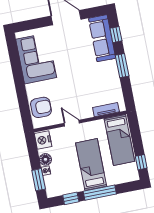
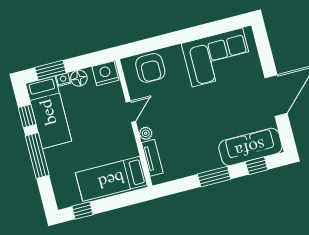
plant: (88, 113) -> (146, 133), added
bed: (91, 165) -> (49, 112), moved, turned 90

